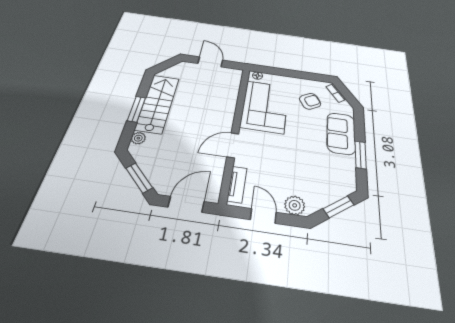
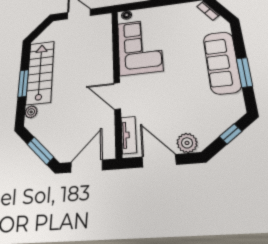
armchair: (310, 101) -> (183, 28), removed
sofa: (341, 133) -> (222, 62), width x1.36
door: (233, 145) -> (117, 96), hinge flipped
window: (339, 207) -> (231, 134), width x0.67
door: (263, 216) -> (159, 161), width x1.38

